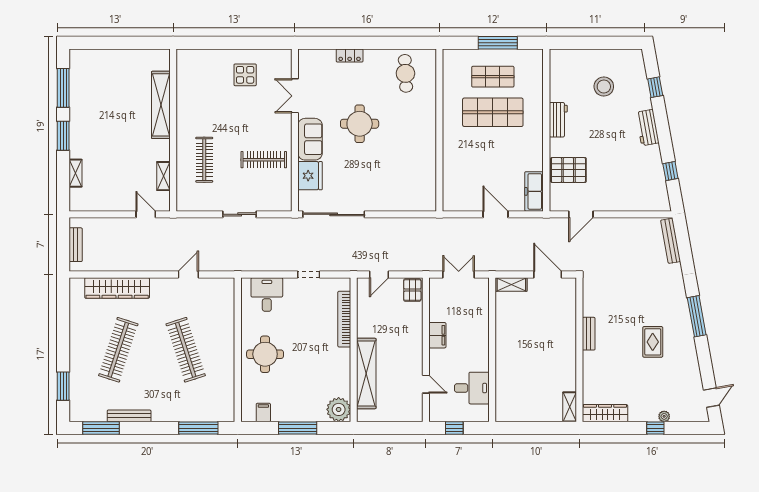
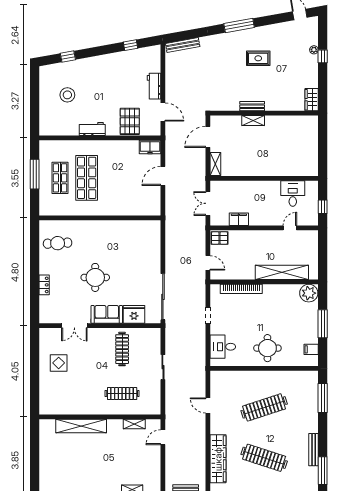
workbench: (647, 128) -> (154, 86), moved, turned 100
freezer: (534, 191) -> (150, 147), width x0.71
filing cabinet: (437, 335) -> (239, 219), moved
shelving: (570, 407) -> (253, 120), moved
wardrobe: (605, 413) -> (312, 100), width x0.67

